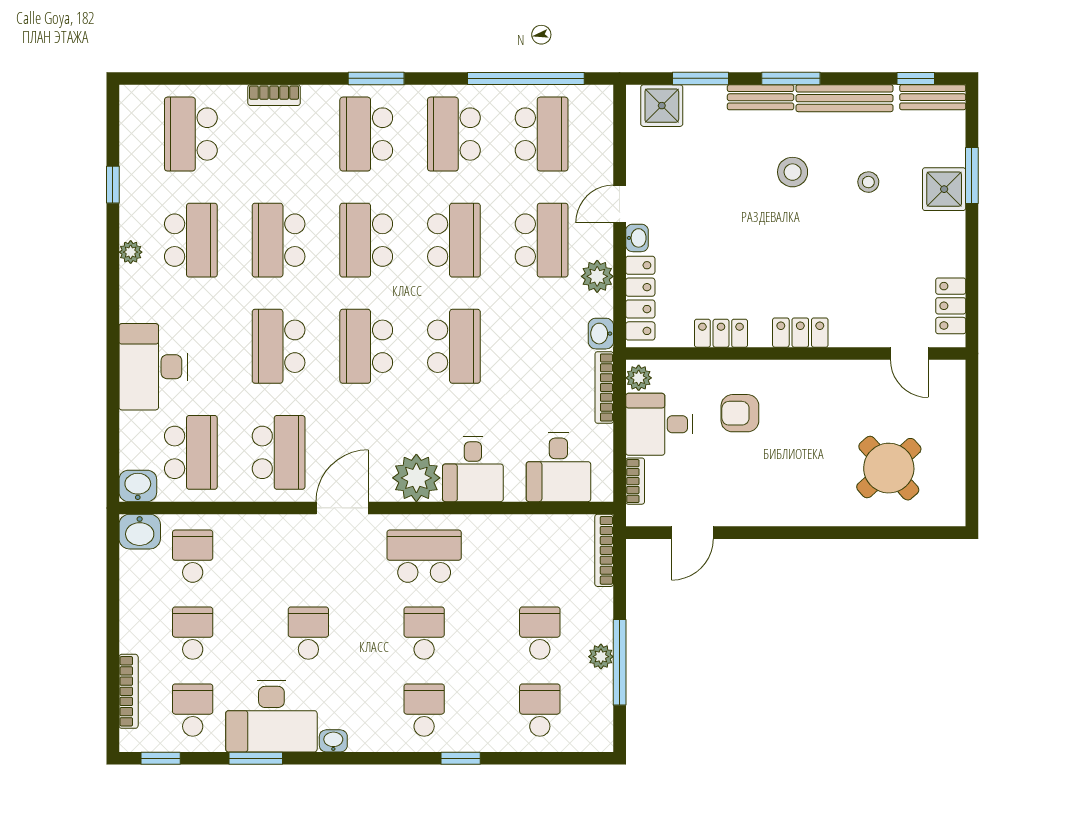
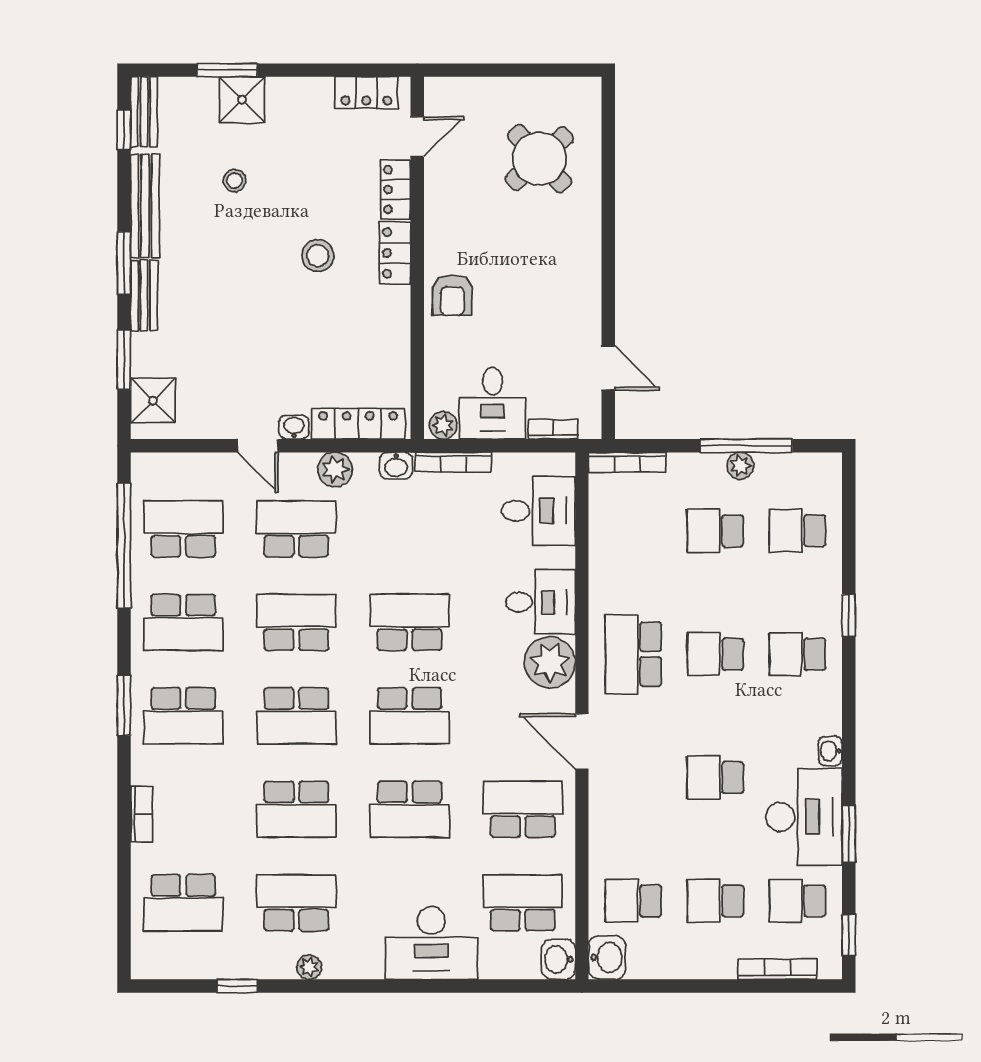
stool: (793, 172) -> (318, 256), moved
locker: (721, 333) -> (396, 190), moved
armchair: (740, 413) -> (452, 295), moved

